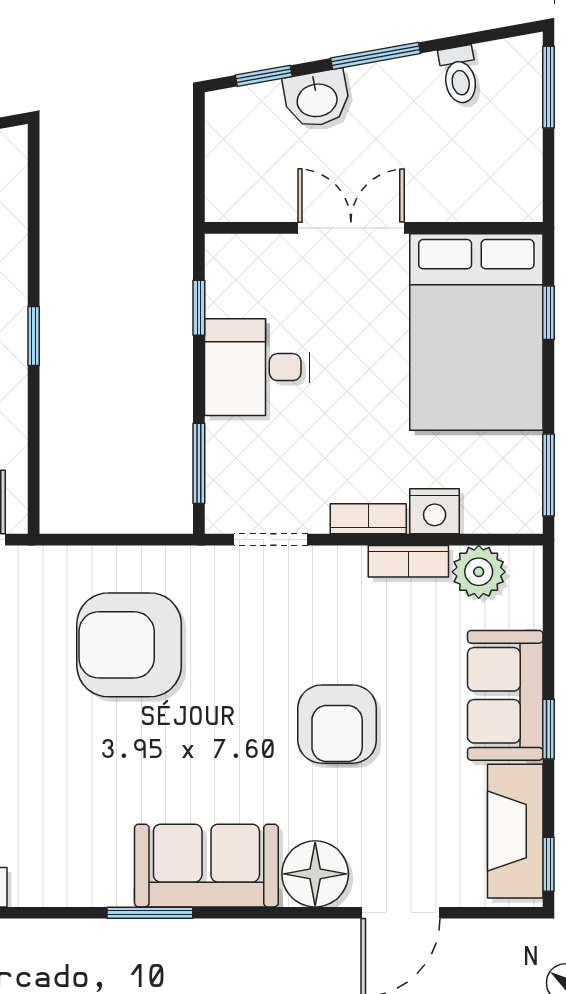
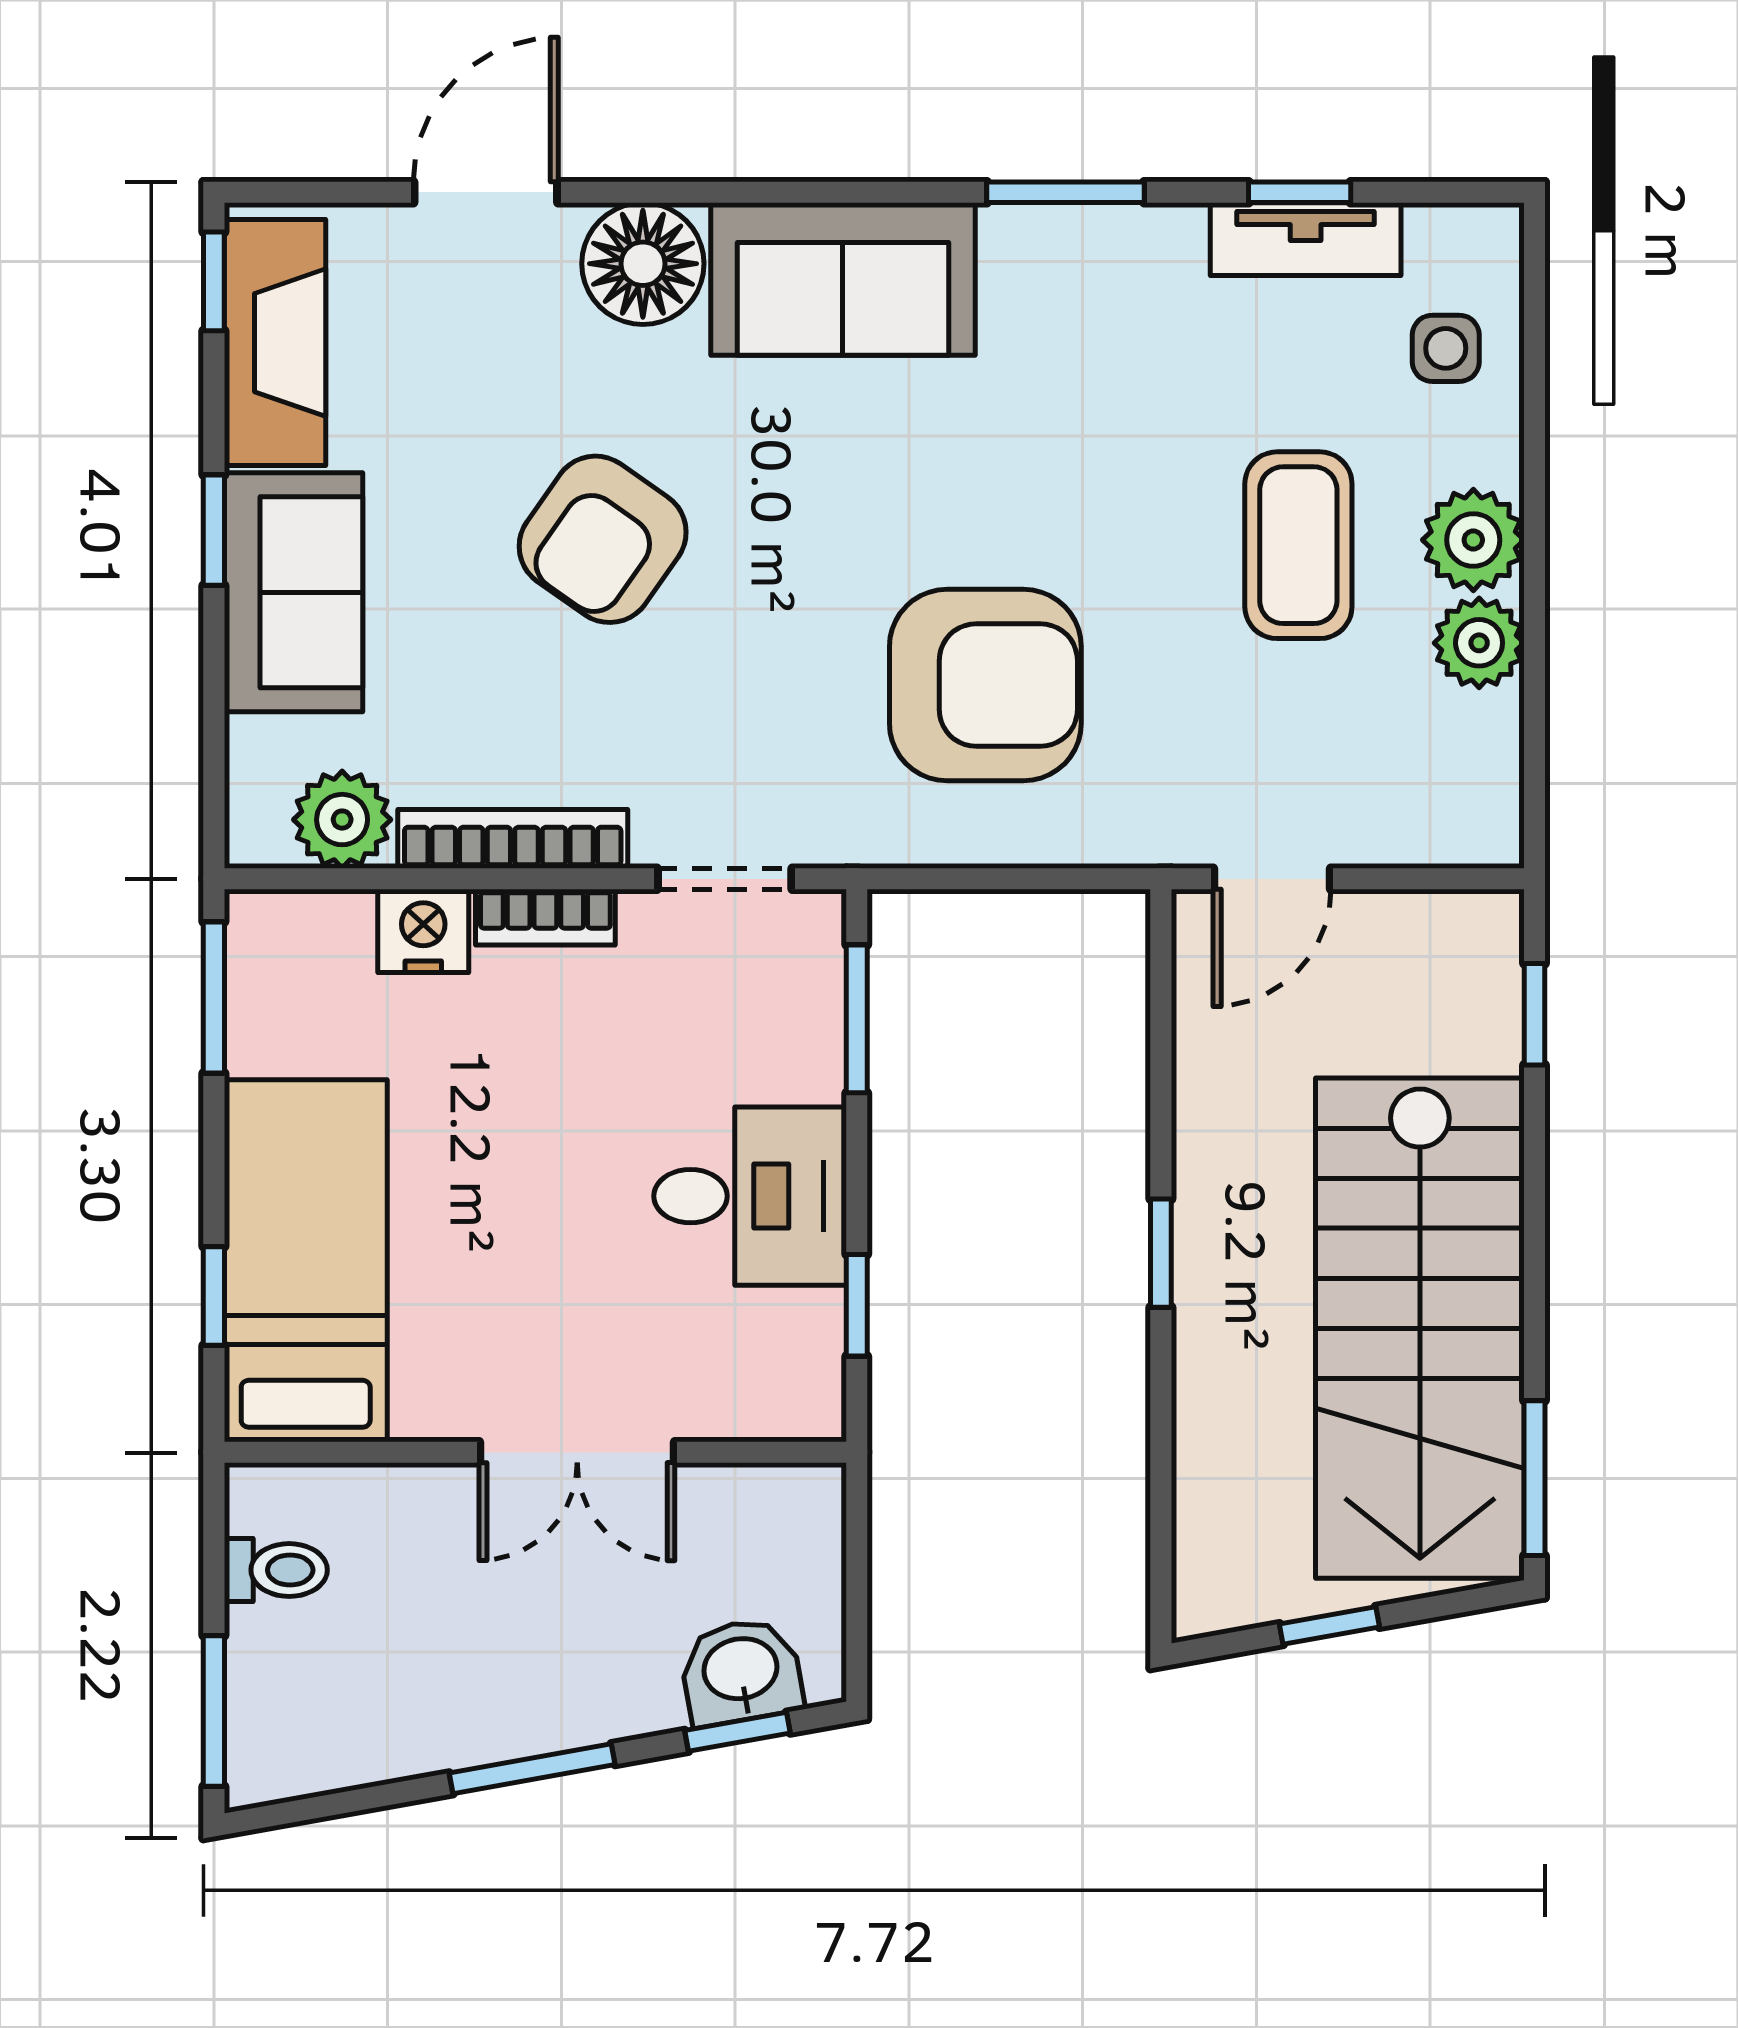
toilet: (459, 75) -> (276, 1570), moved, turned 100
washbasin: (317, 99) -> (741, 1672), moved
bed: (476, 332) -> (306, 1261), width x0.67
bookcase: (408, 561) -> (513, 839), width x1.56
armchair: (337, 724) -> (603, 539), turned -145
window: (150, 913) -> (1065, 192), moved

